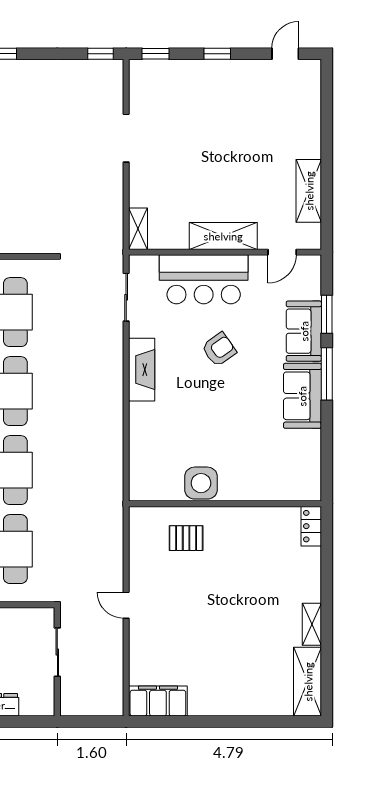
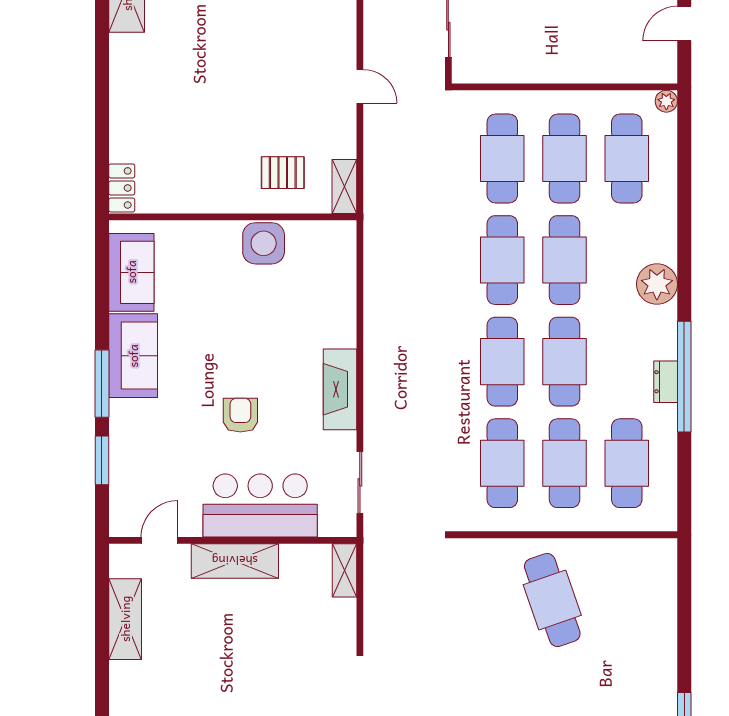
sofa: (304, 331) -> (131, 272), moved
armchair: (219, 349) -> (240, 415), turned 125
shelving: (312, 624) -> (344, 186), moved

